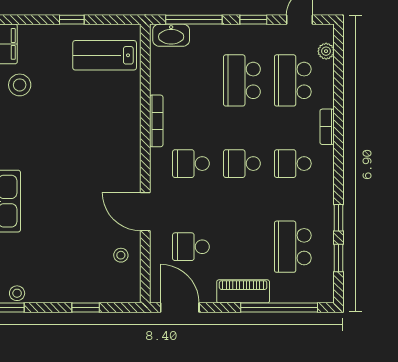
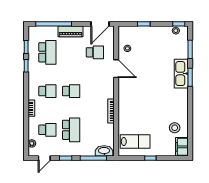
school desk: (293, 80) -> (47, 130), width x0.54
school desk: (191, 164) -> (95, 91), removed
door: (180, 307) -> (100, 24), hinge flipped

